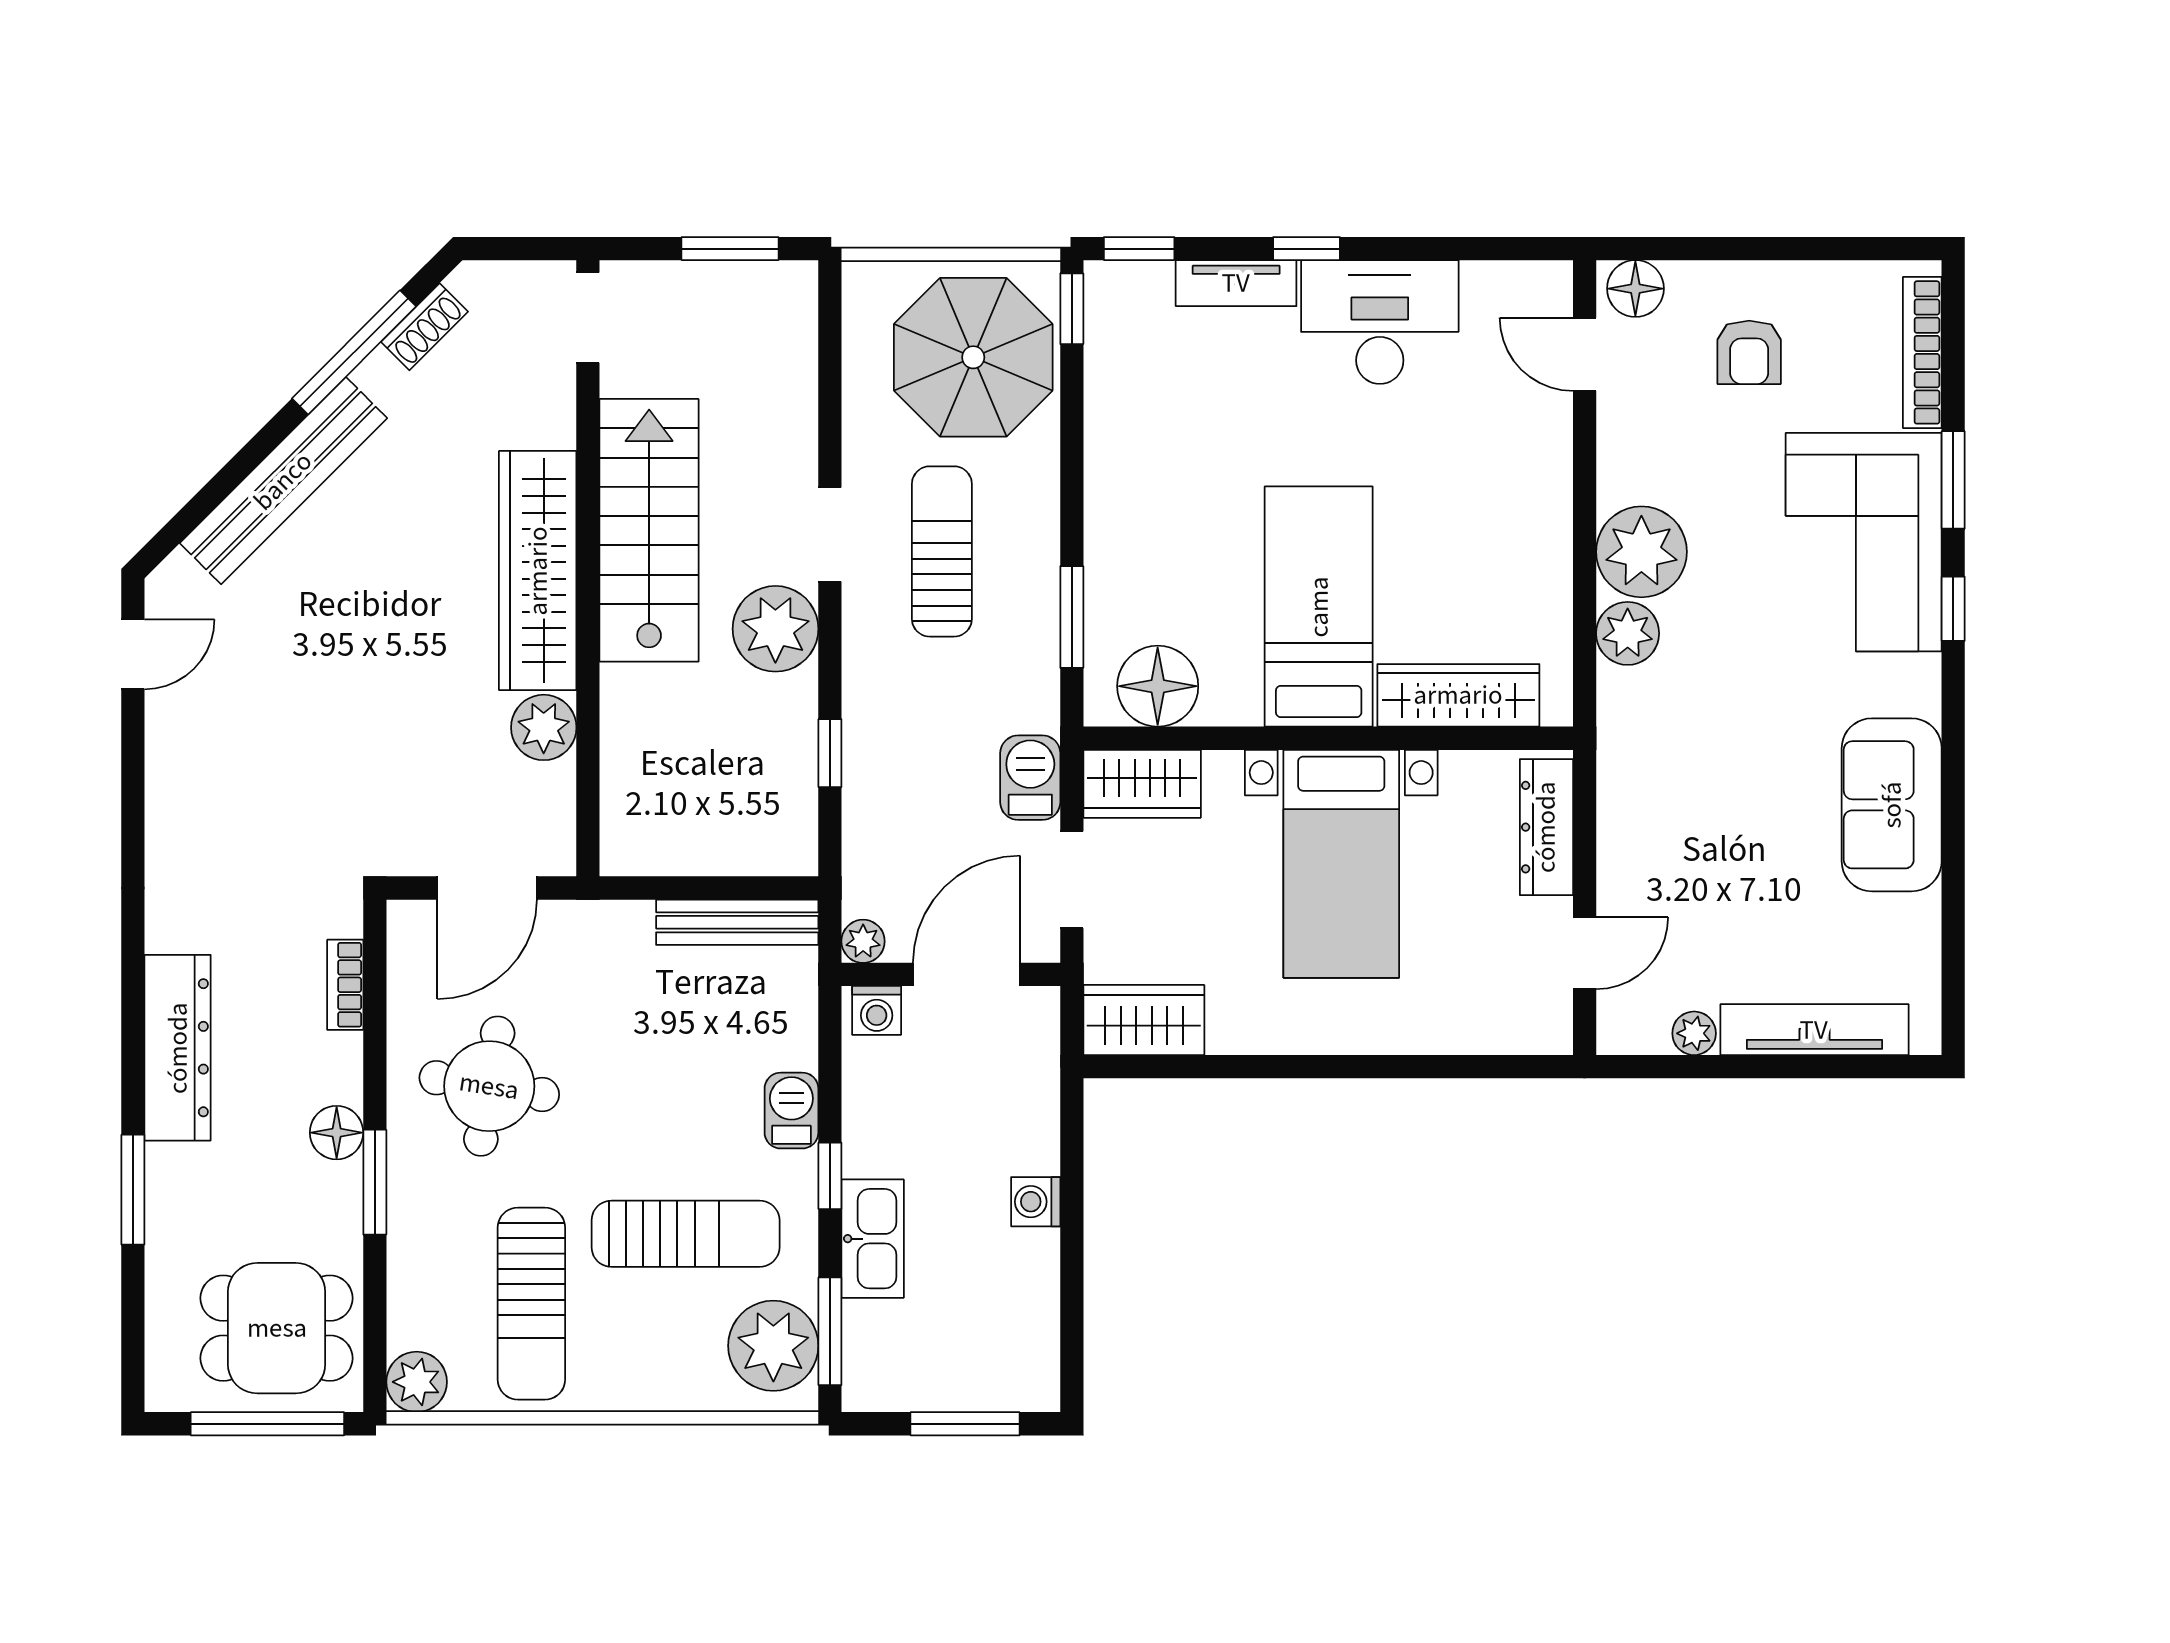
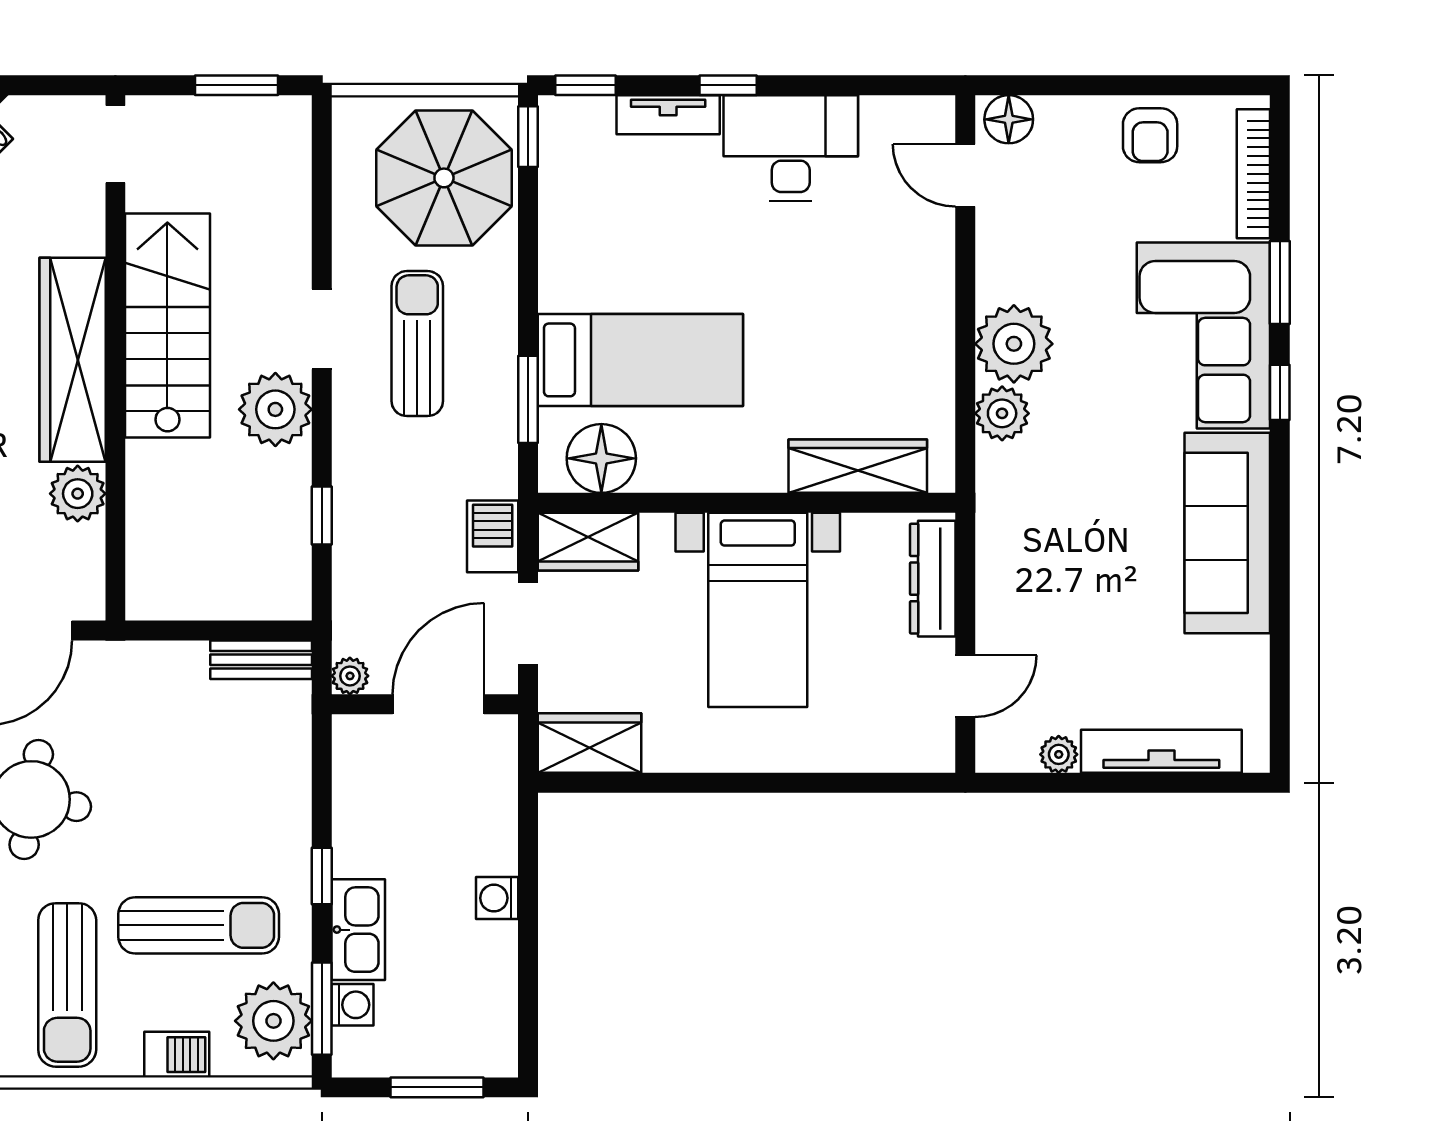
armchair: (1749, 352) -> (1150, 135), moved
bed: (1319, 607) -> (640, 360), moved, turned 90
sofa: (1892, 805) -> (1227, 533), width x1.36
bench: (737, 922) -> (261, 660), width x0.73
washing machine: (877, 1010) -> (352, 1005), moved, turned -90
barbecue: (791, 1111) -> (177, 1055), moved, turned 90

